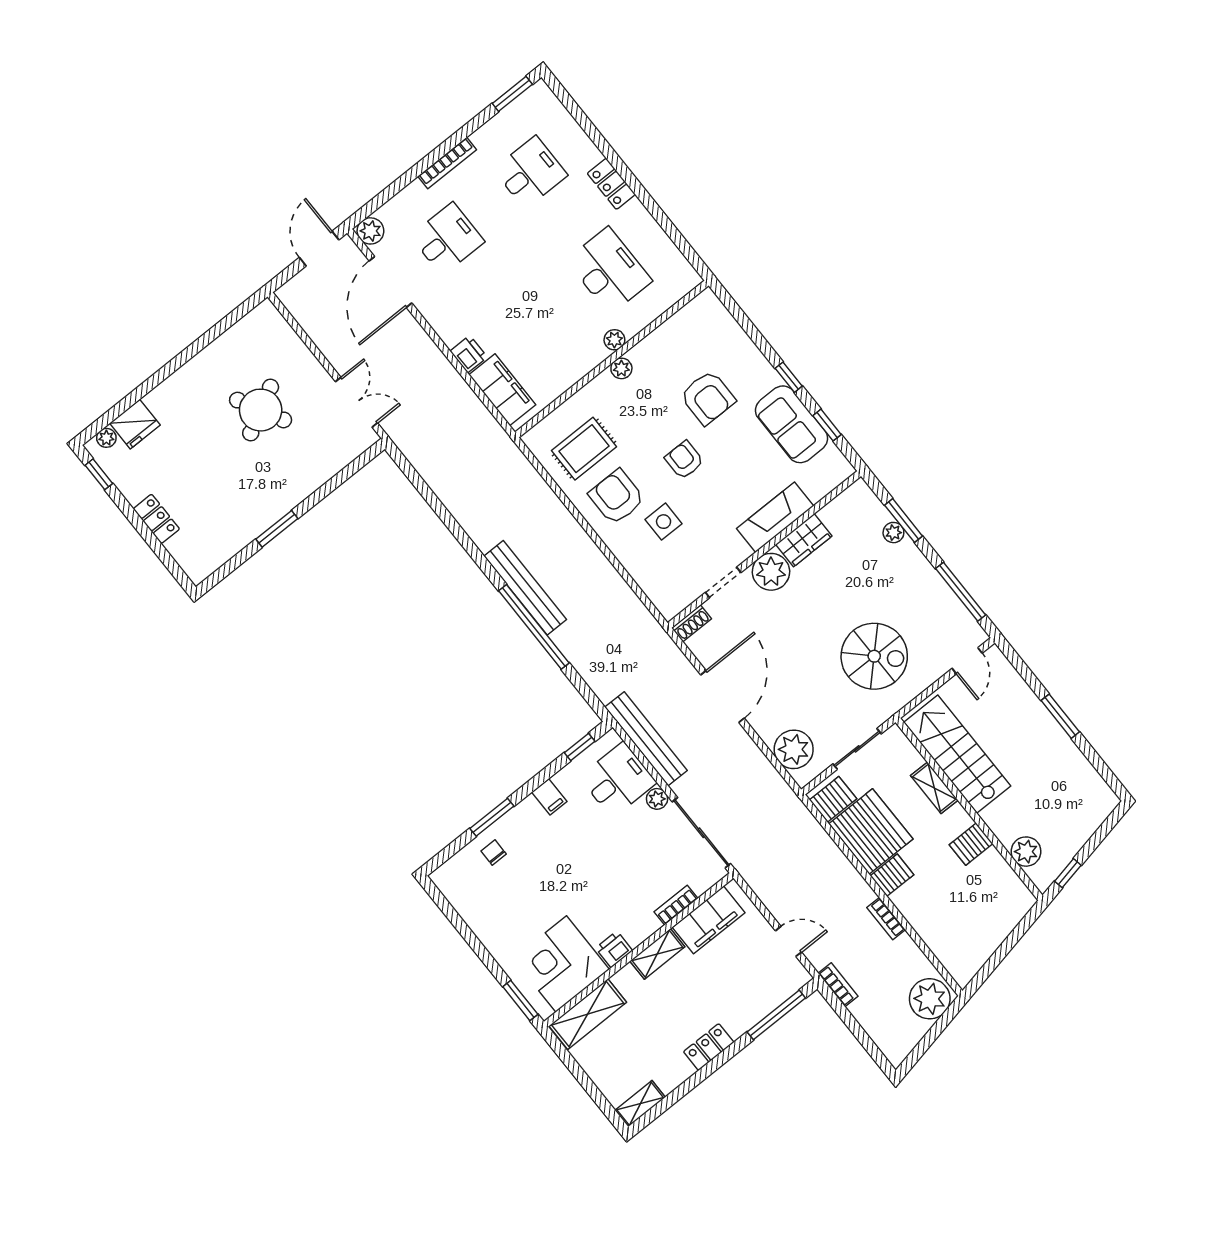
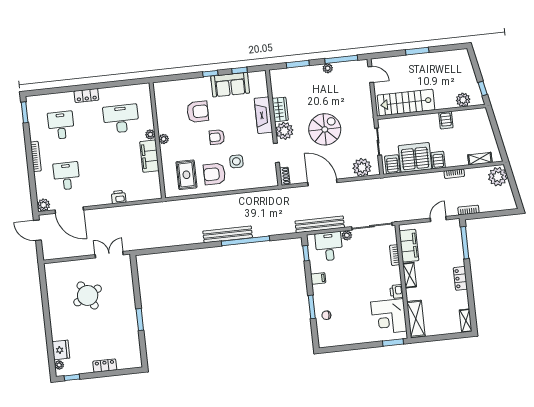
filing cabinet: (502, 390) -> (149, 156), moved, turned -90
plant: (893, 533) -> (328, 68), moved
spiral stairs: (874, 656) -> (325, 129), moved
shelving: (934, 788) -> (480, 159), moved

